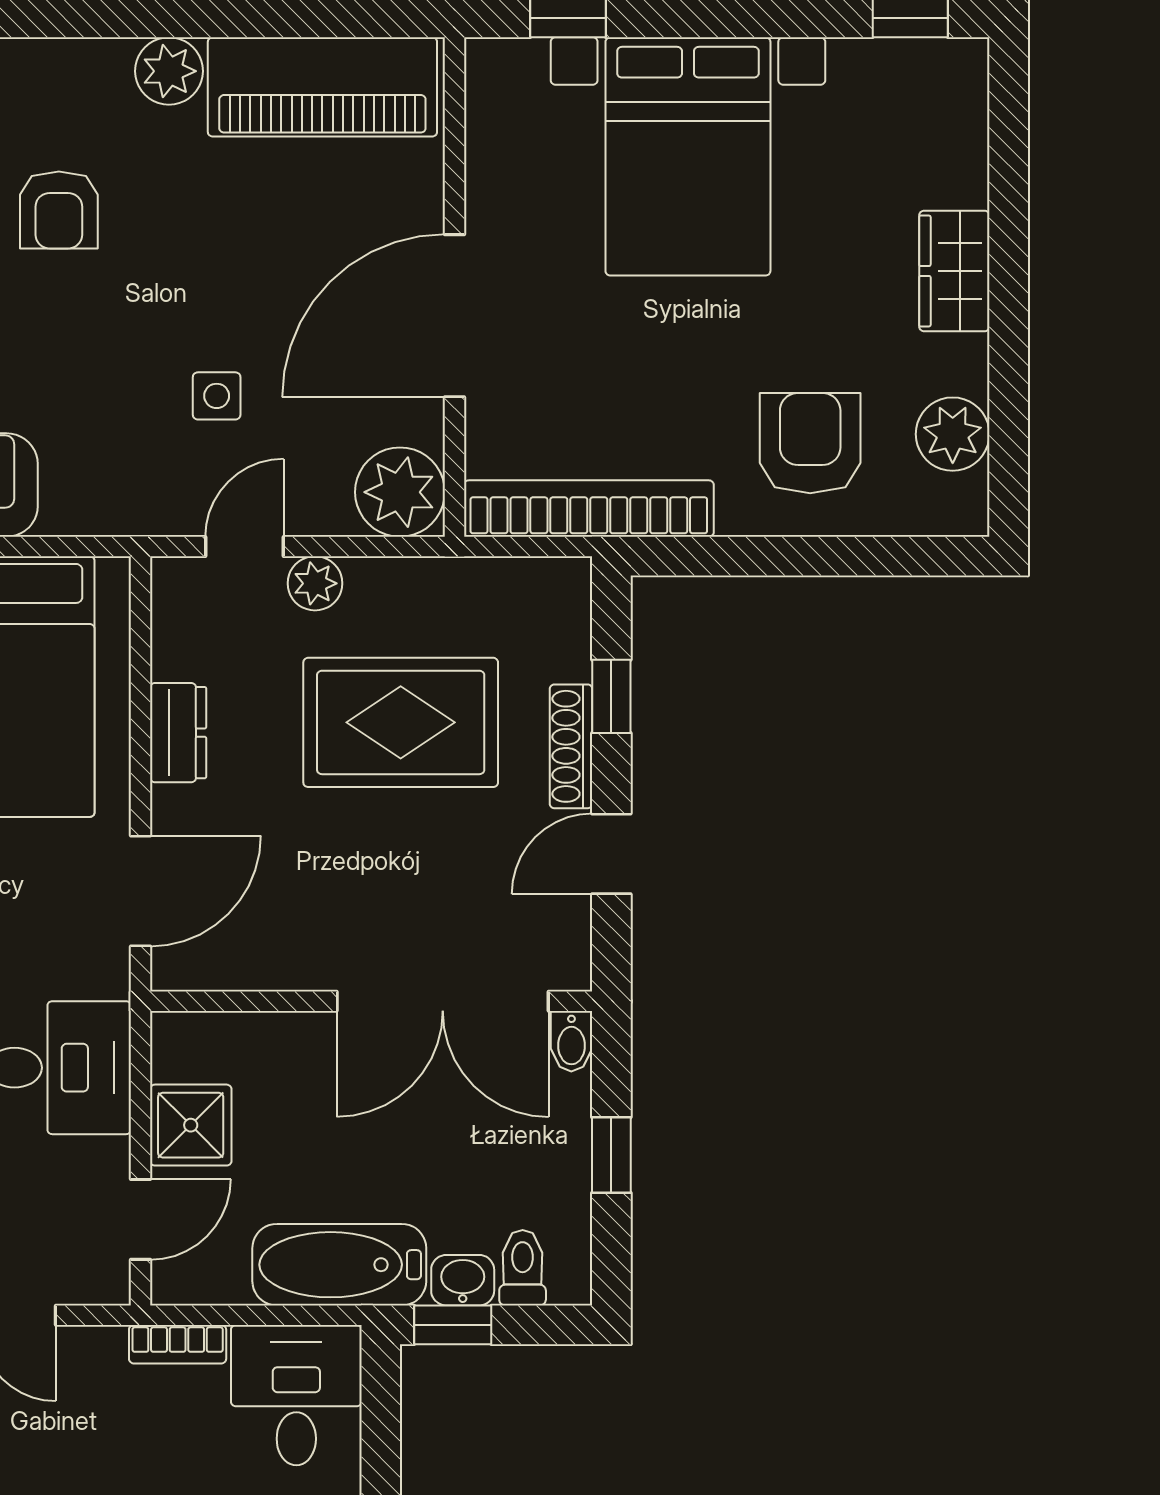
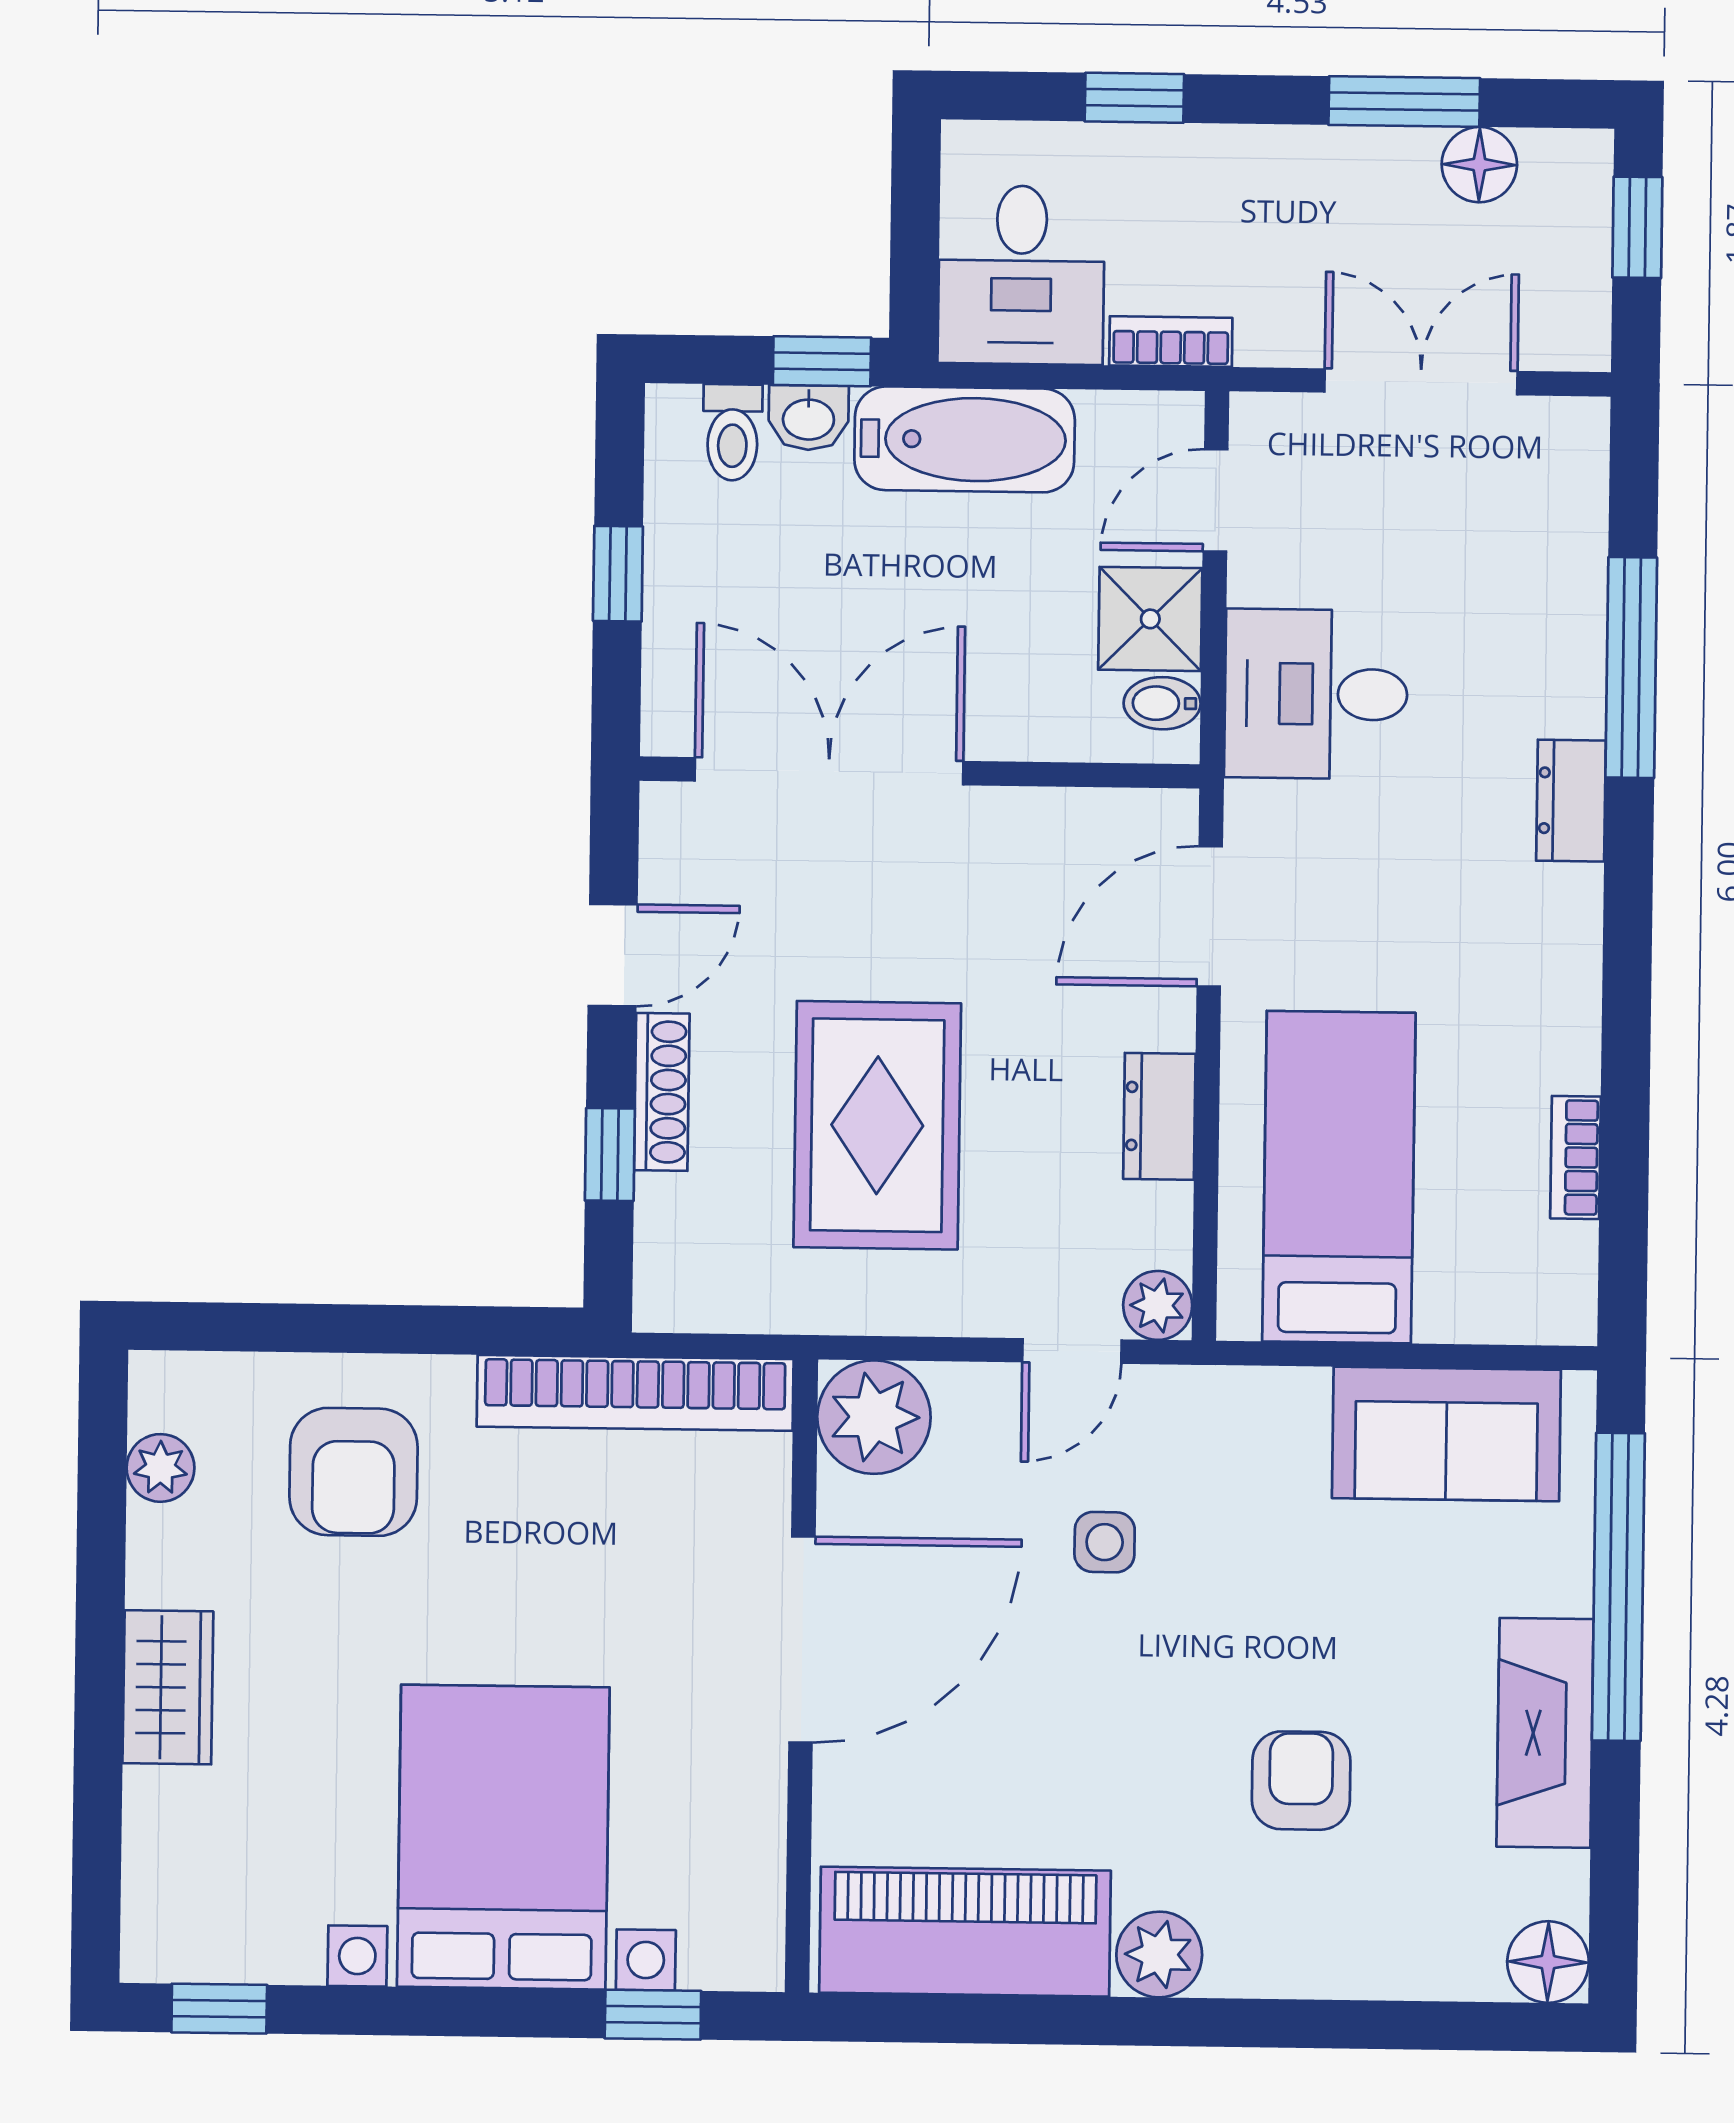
plant: (953, 434) -> (160, 1468), width x0.73, depth x0.73
plant: (315, 583) -> (1158, 1305), moved
rug: (401, 722) -> (877, 1125), turned 90
bidet: (571, 1041) -> (1162, 703), moved, turned -90

